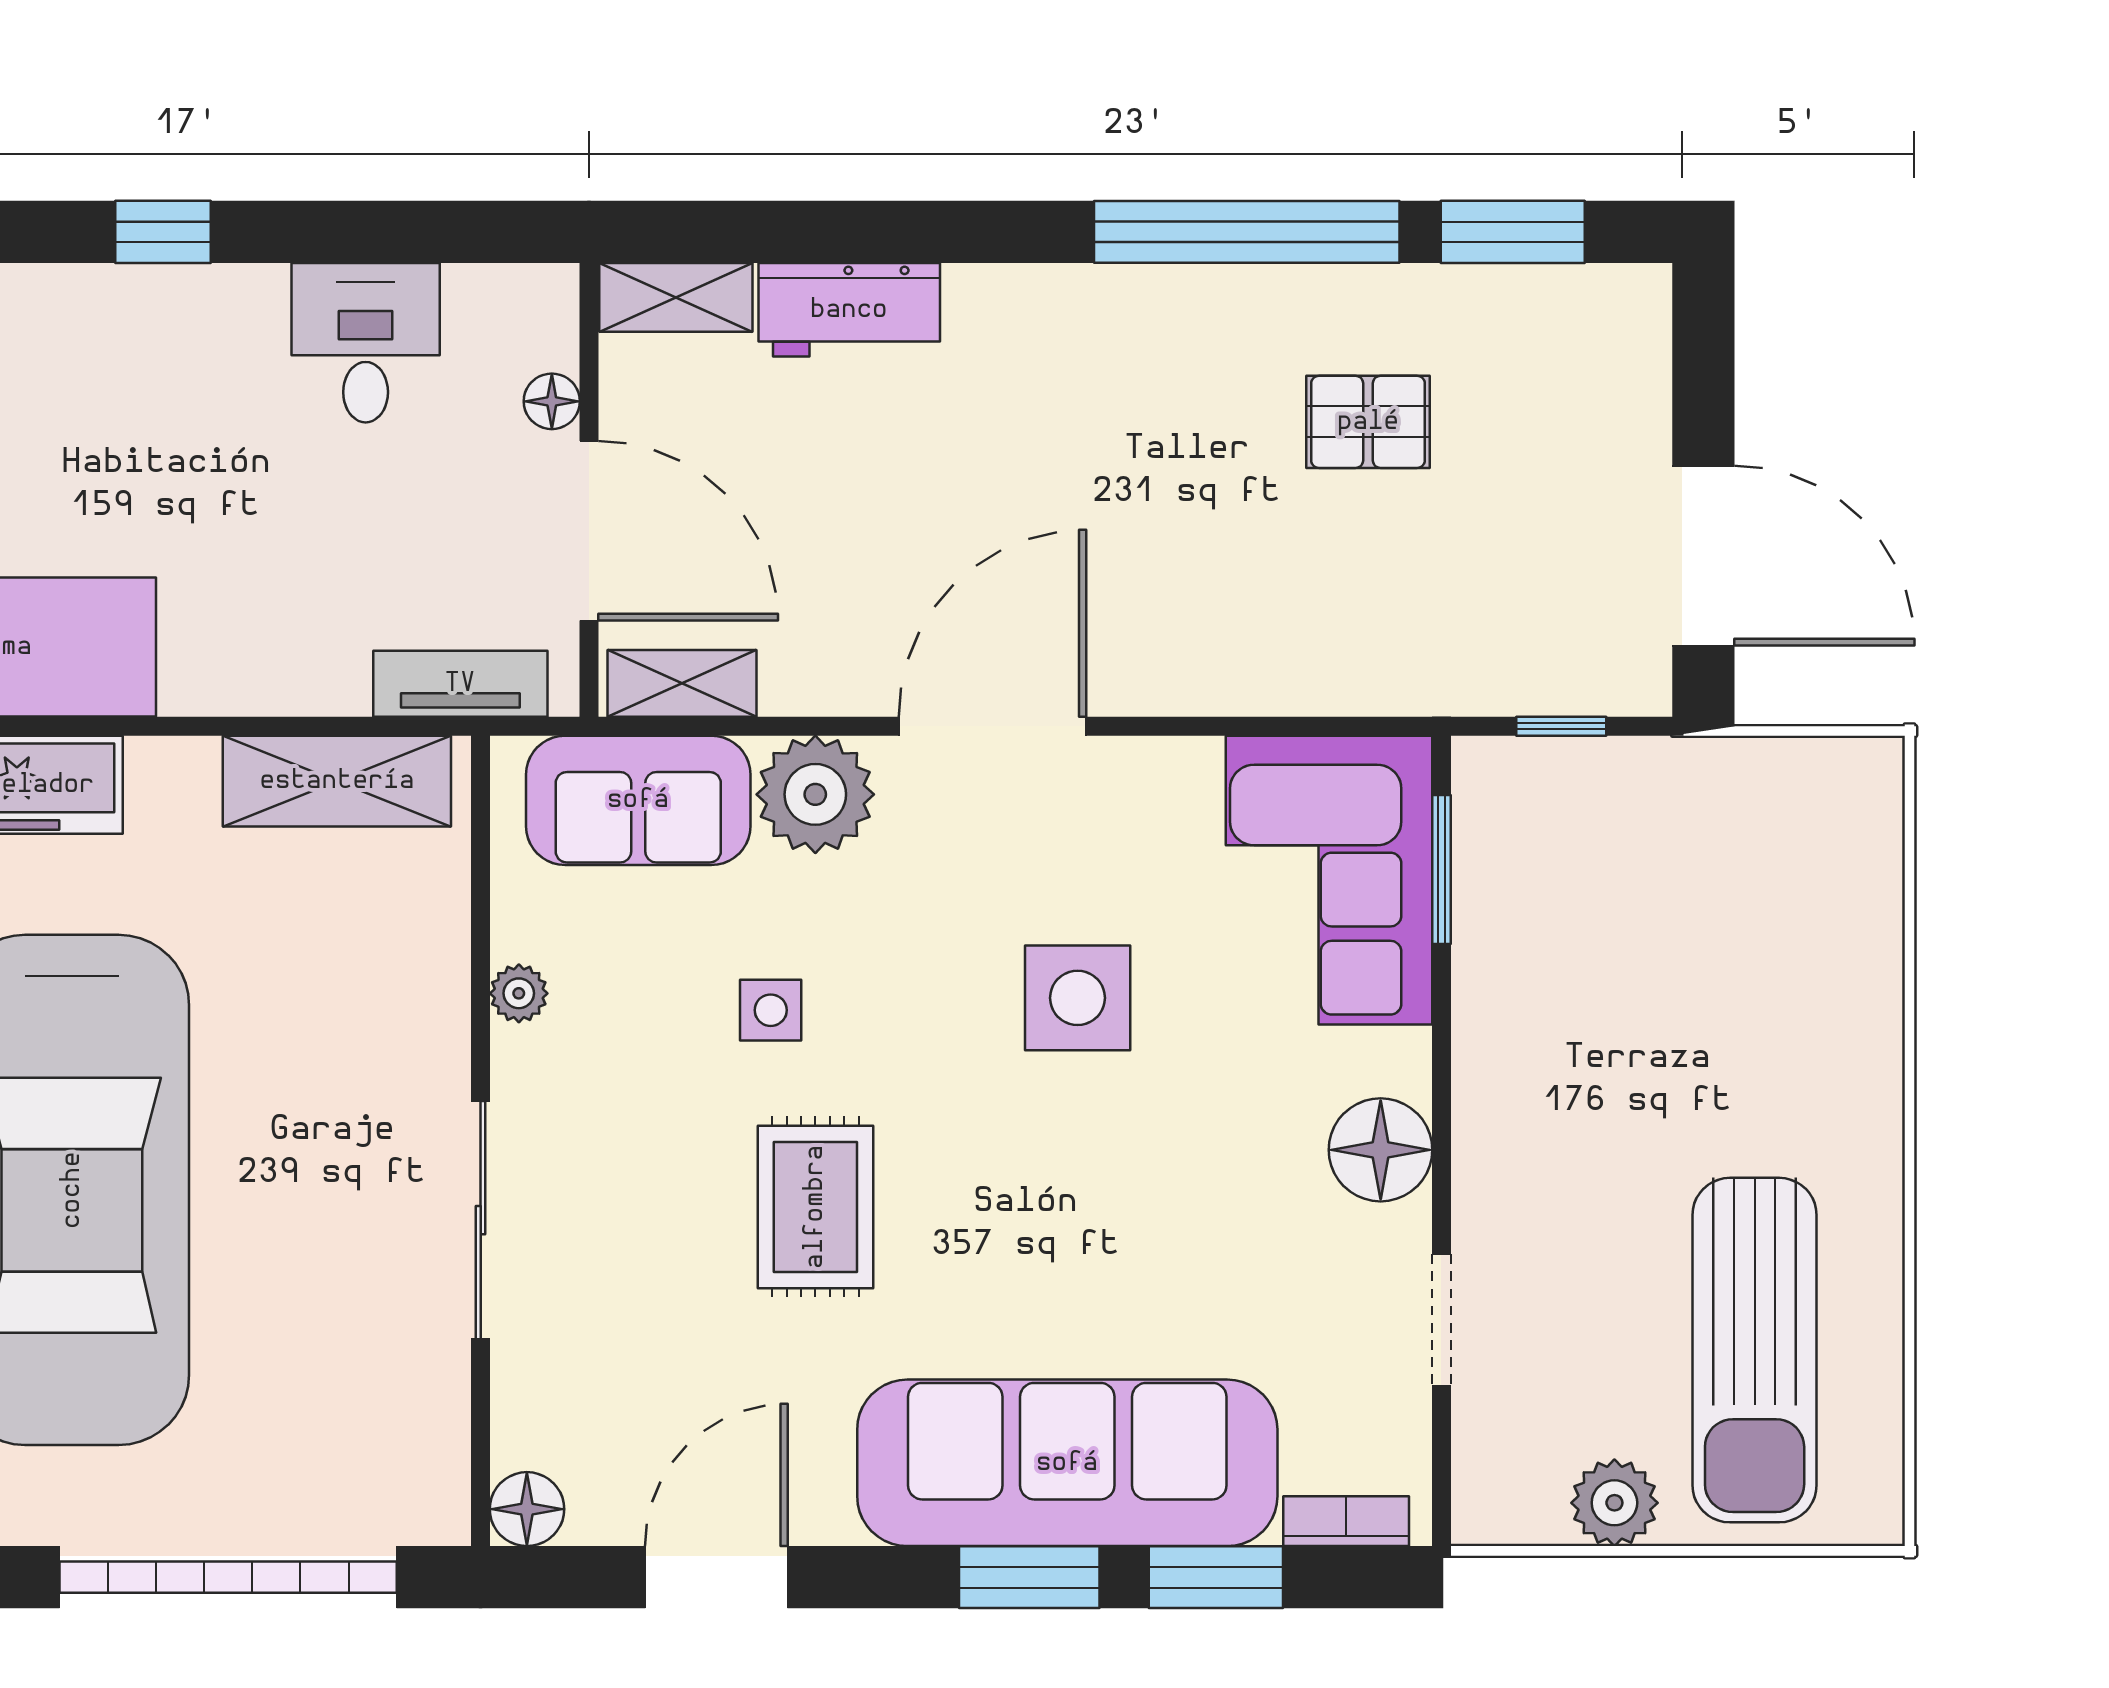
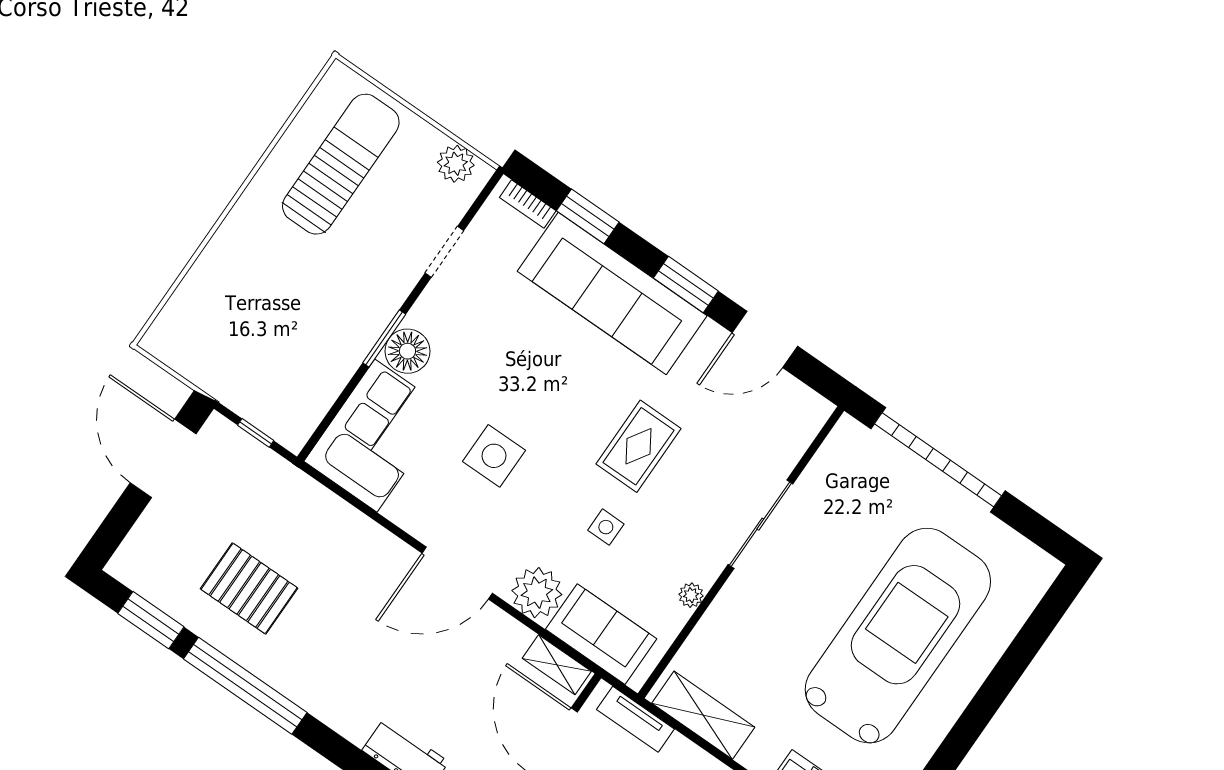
pallet: (1368, 422) -> (249, 588), width x1.50, depth x1.42
window: (1441, 869) -> (384, 339), moved
floor lamp: (1381, 1150) -> (407, 351), moved
plant: (1614, 1503) -> (456, 164), moved
floor lamp: (527, 1509) -> (815, 410), removed
window: (1029, 1577) -> (686, 284), moved

